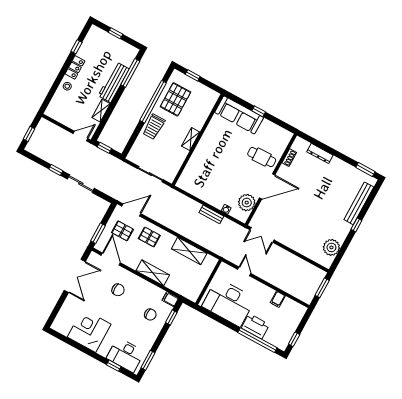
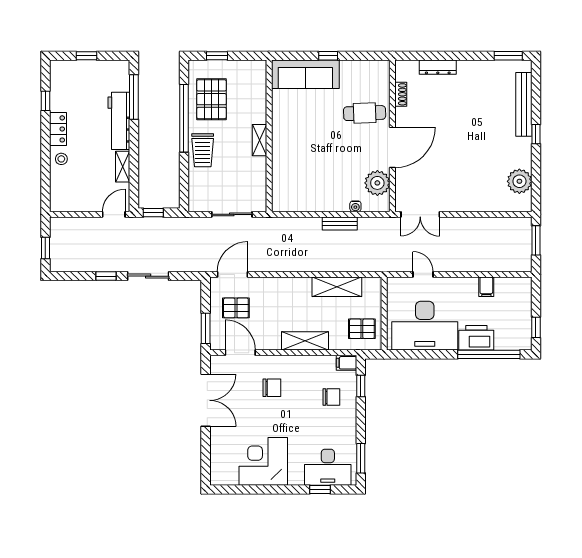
pallet: (149, 237) -> (362, 329), moved

